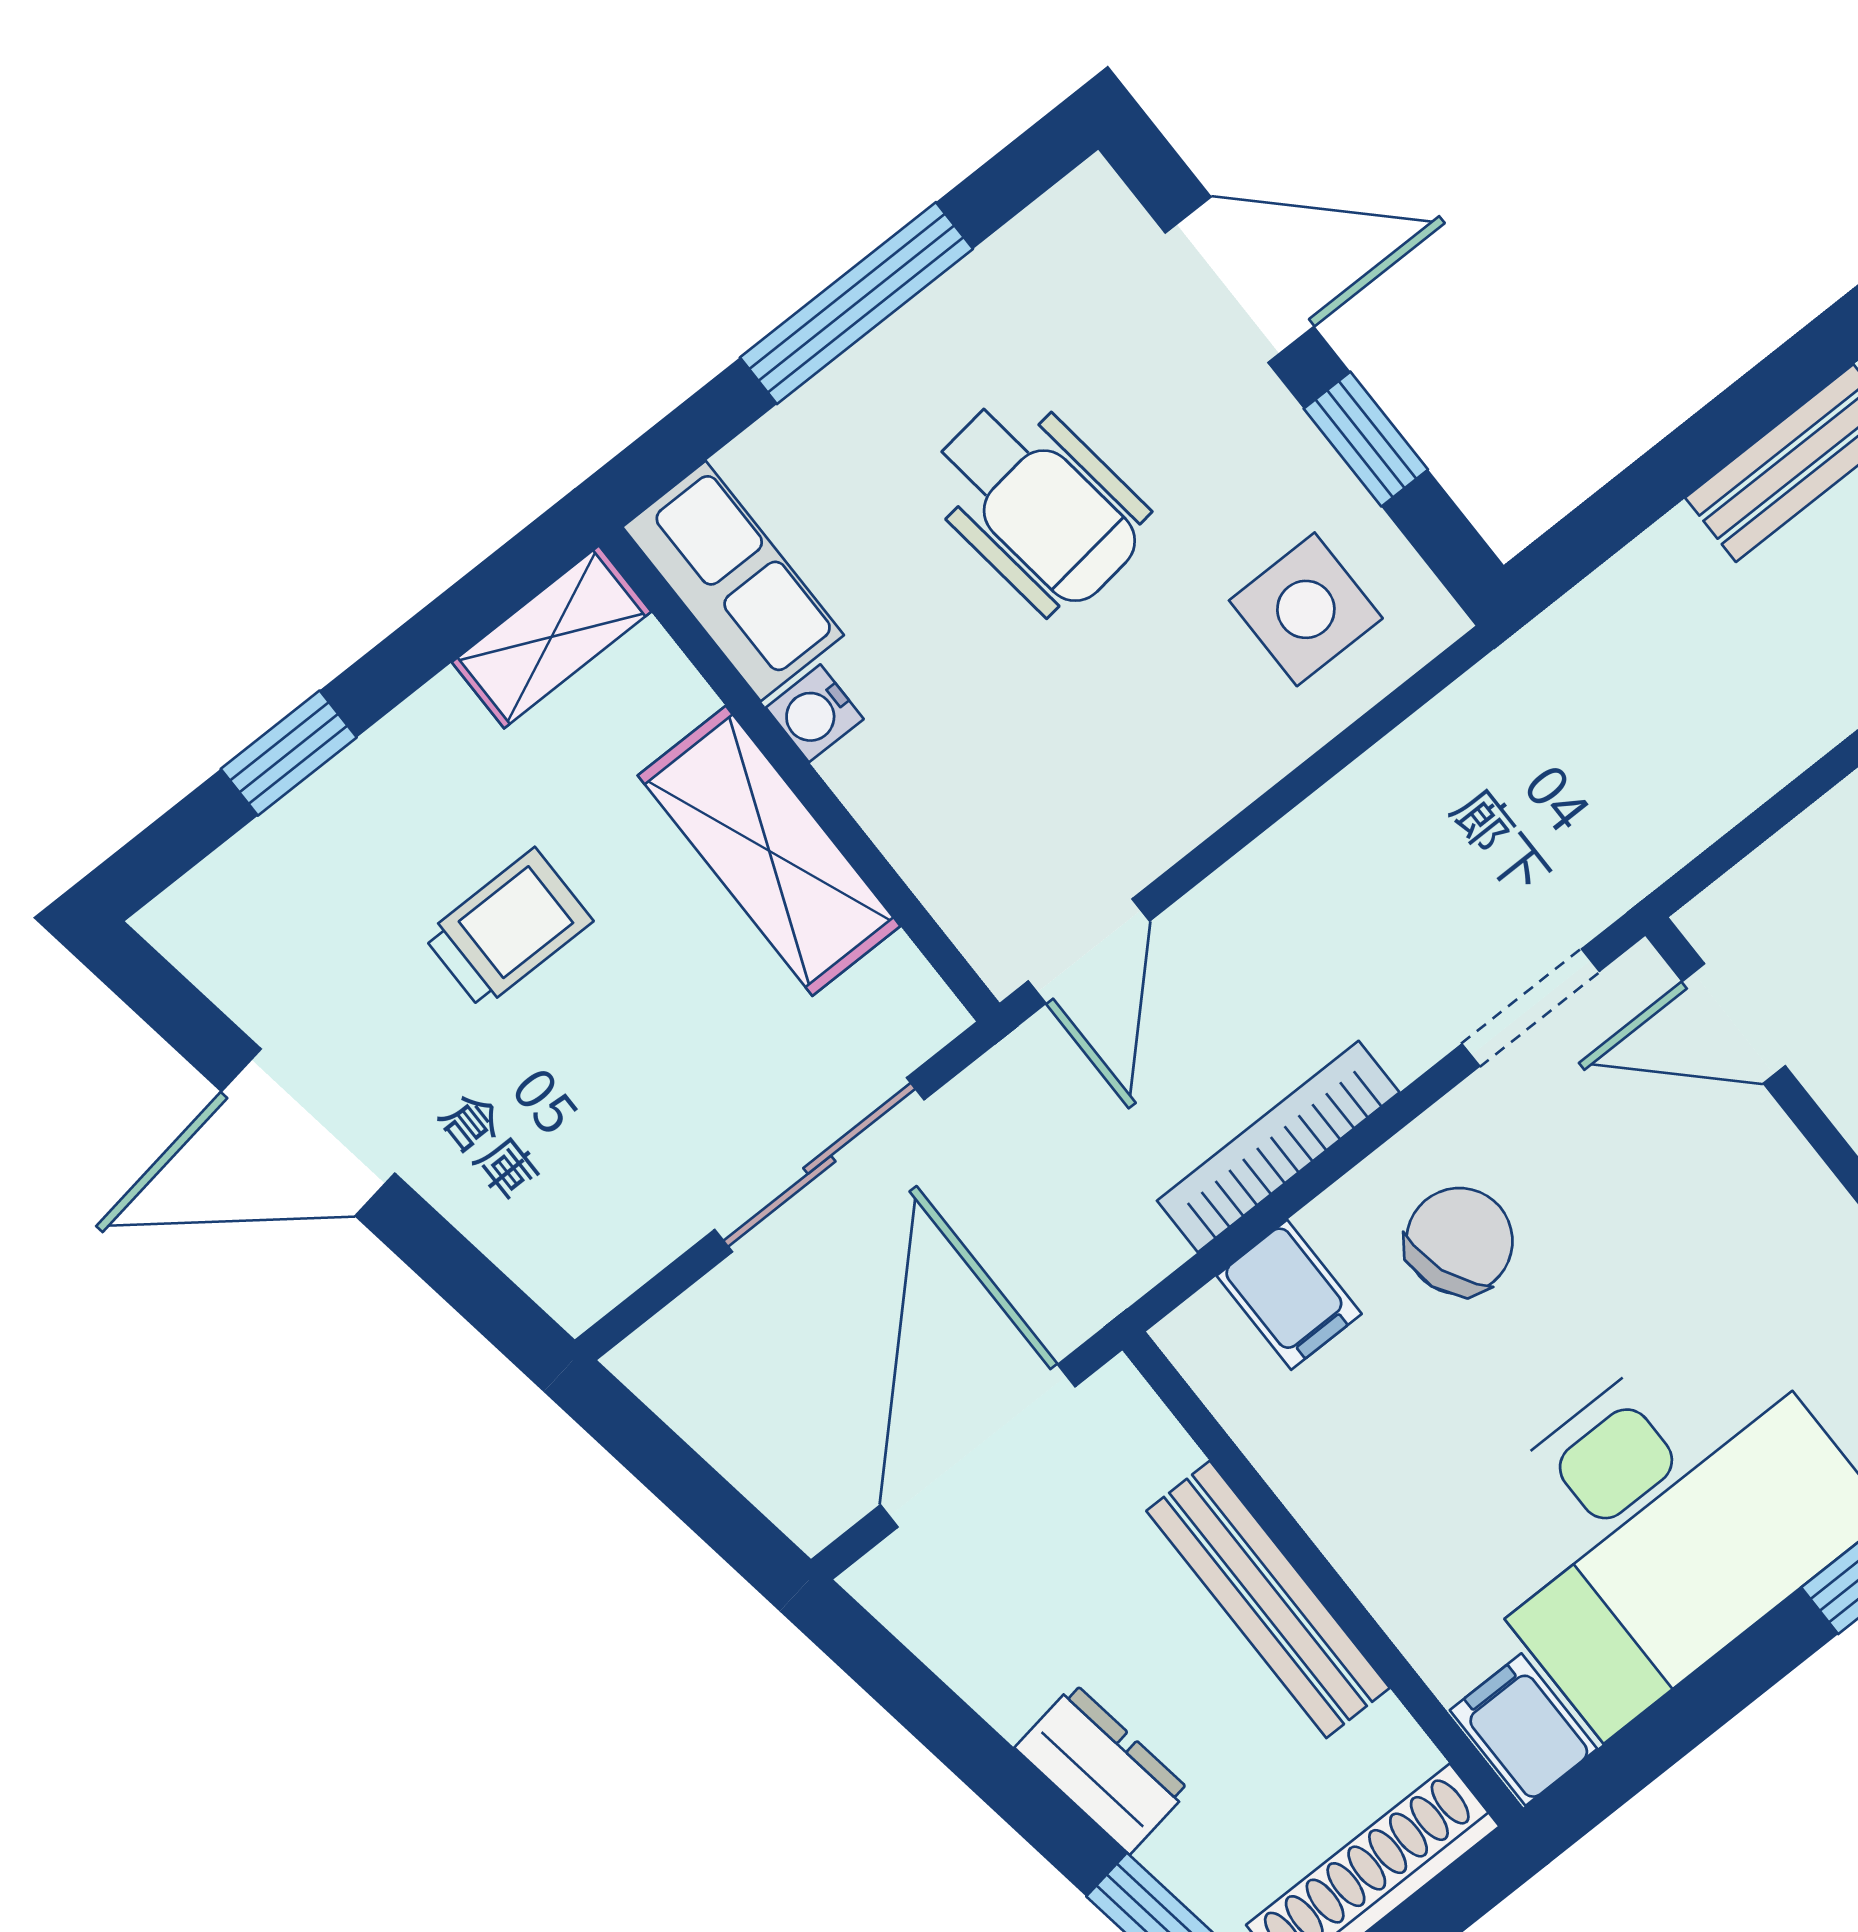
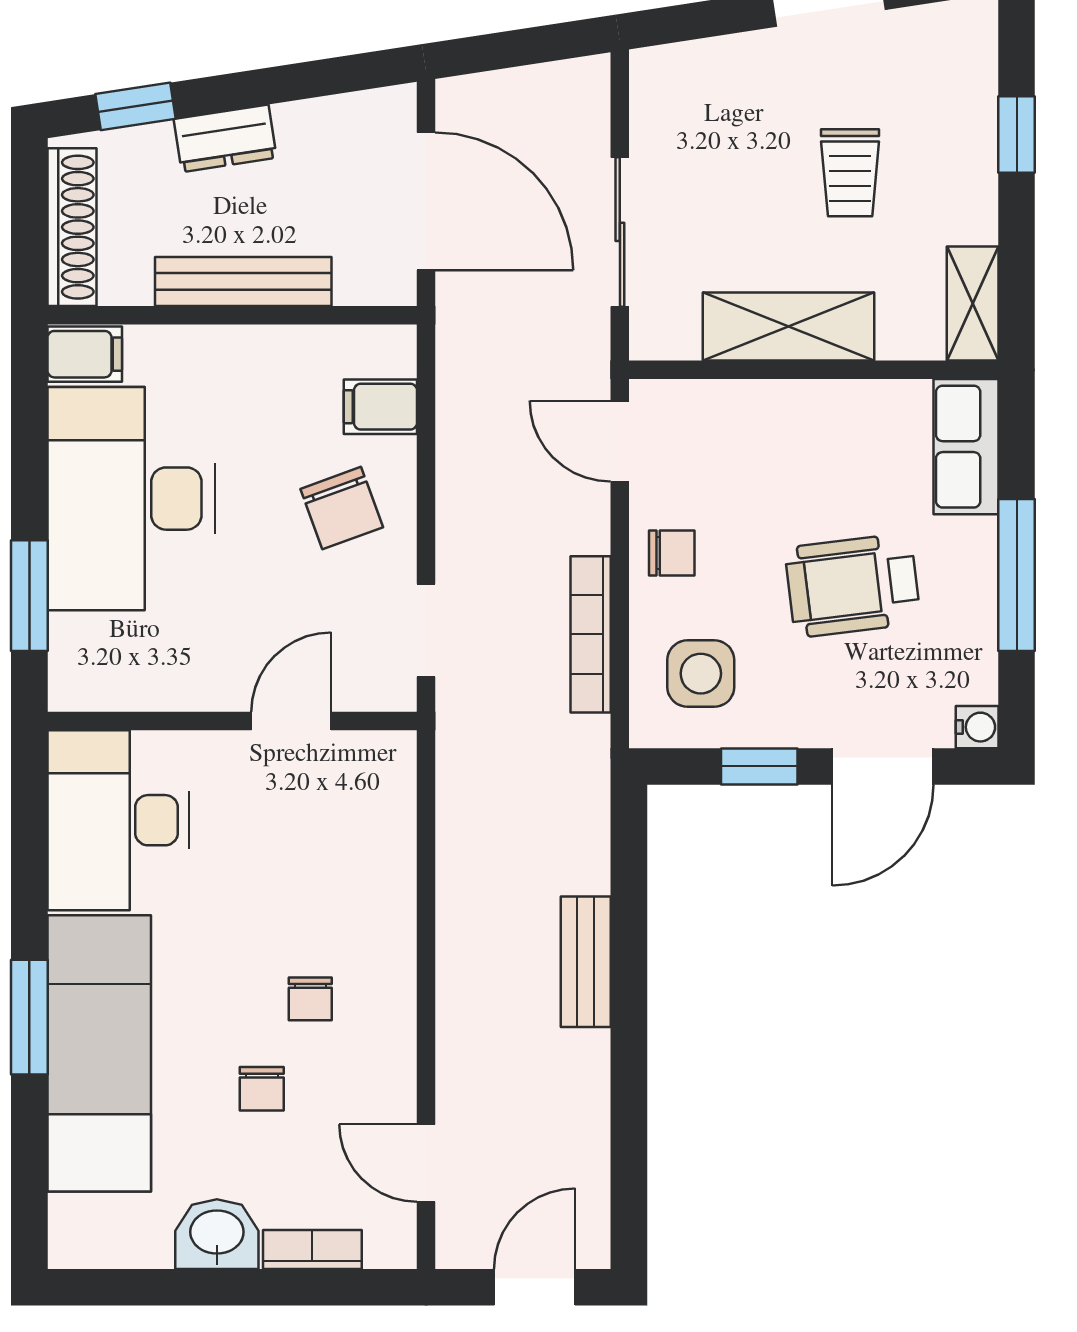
row of seats: (733, 581) -> (966, 447), moved, turned 90
water cooler: (815, 713) -> (977, 727), moved, turned 90
chair: (1180, 770) -> (672, 553), added
door: (1734, 1024) -> (291, 721), moved
bookcase: (1278, 1147) -> (591, 634), moved, turned 180

